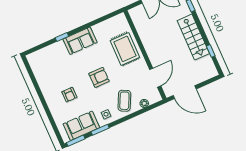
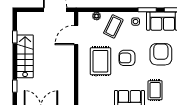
rug: (125, 49) -> (100, 61), moved
rug: (60, 59) -> (155, 90), added
armchair: (69, 95) -> (161, 54), width x1.88, depth x1.88

